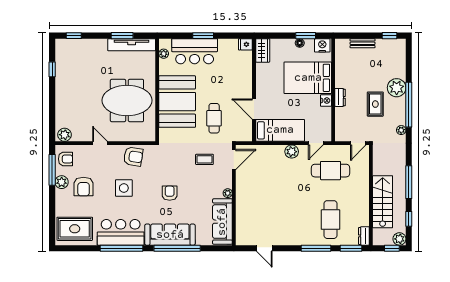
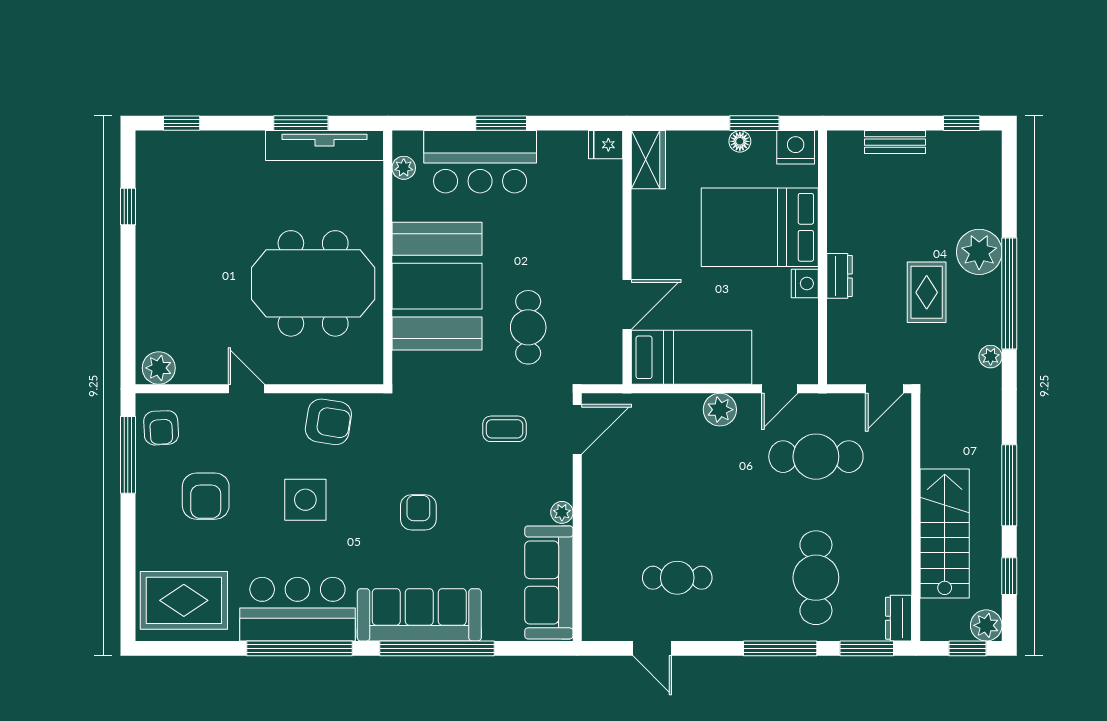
door: (254, 109) -> (627, 305), swing flipped
armchair: (65, 159) -> (161, 428), turned 87
plant: (62, 182) -> (151, 485), removed
cafe table: (274, 220) -> (677, 578), added

